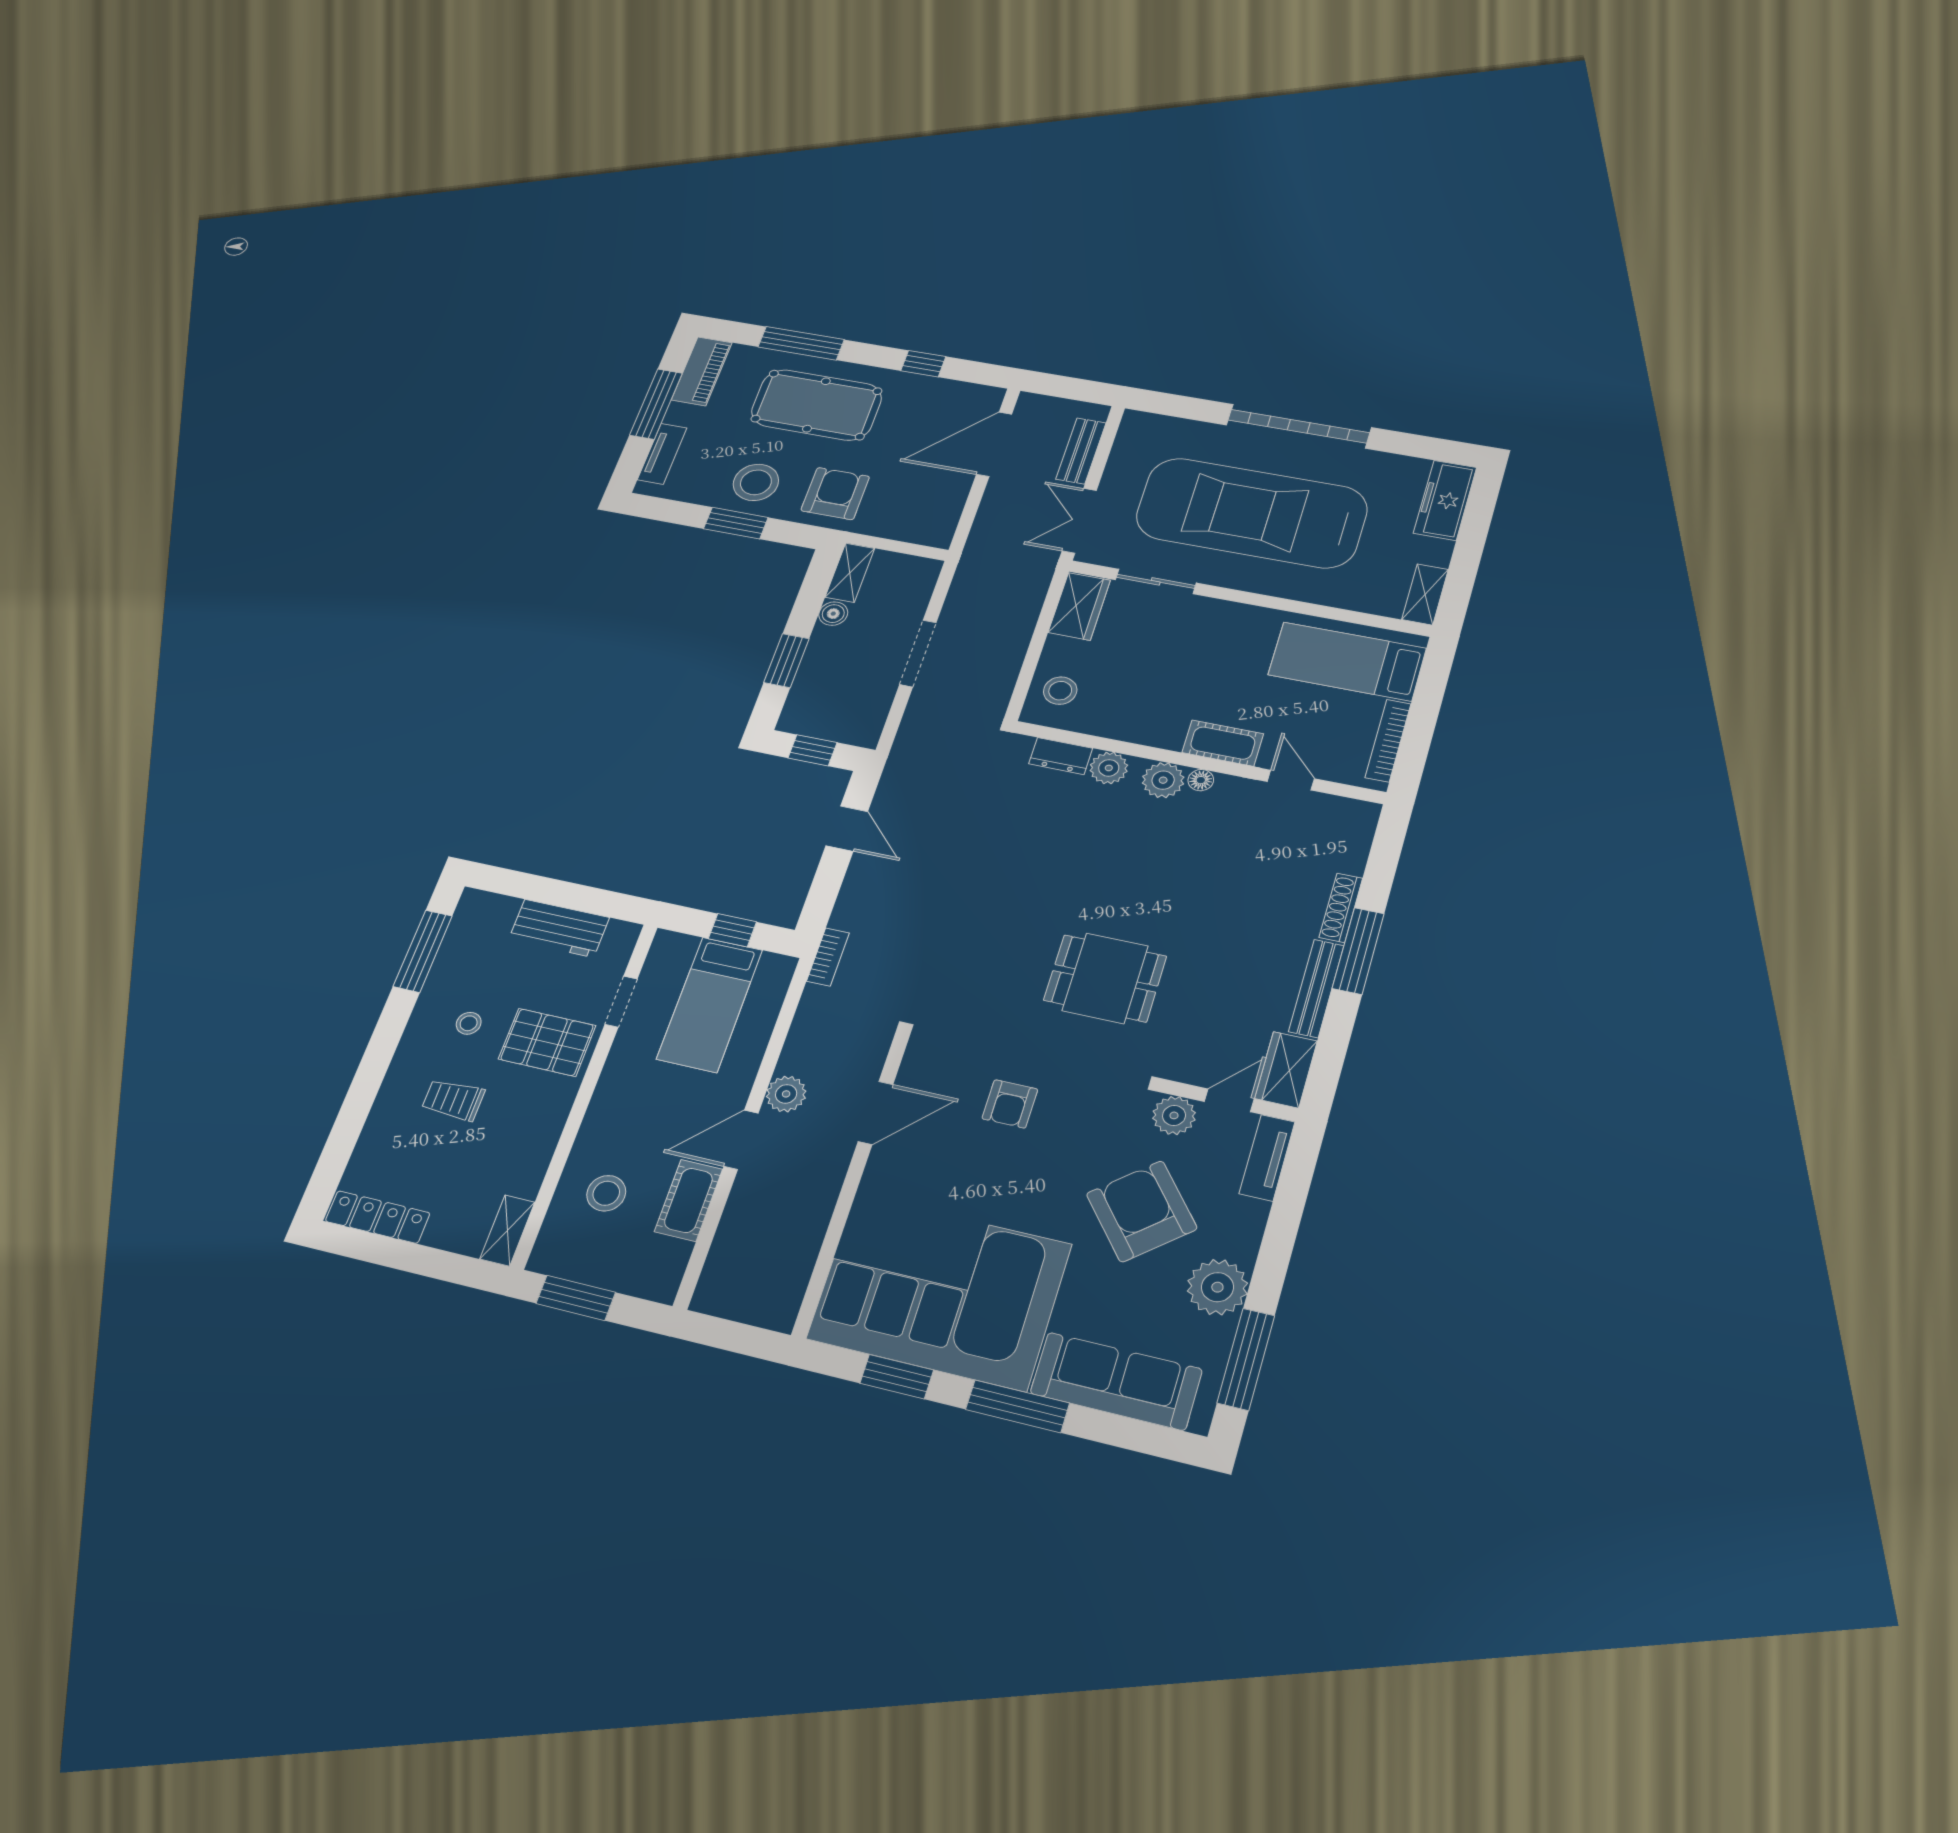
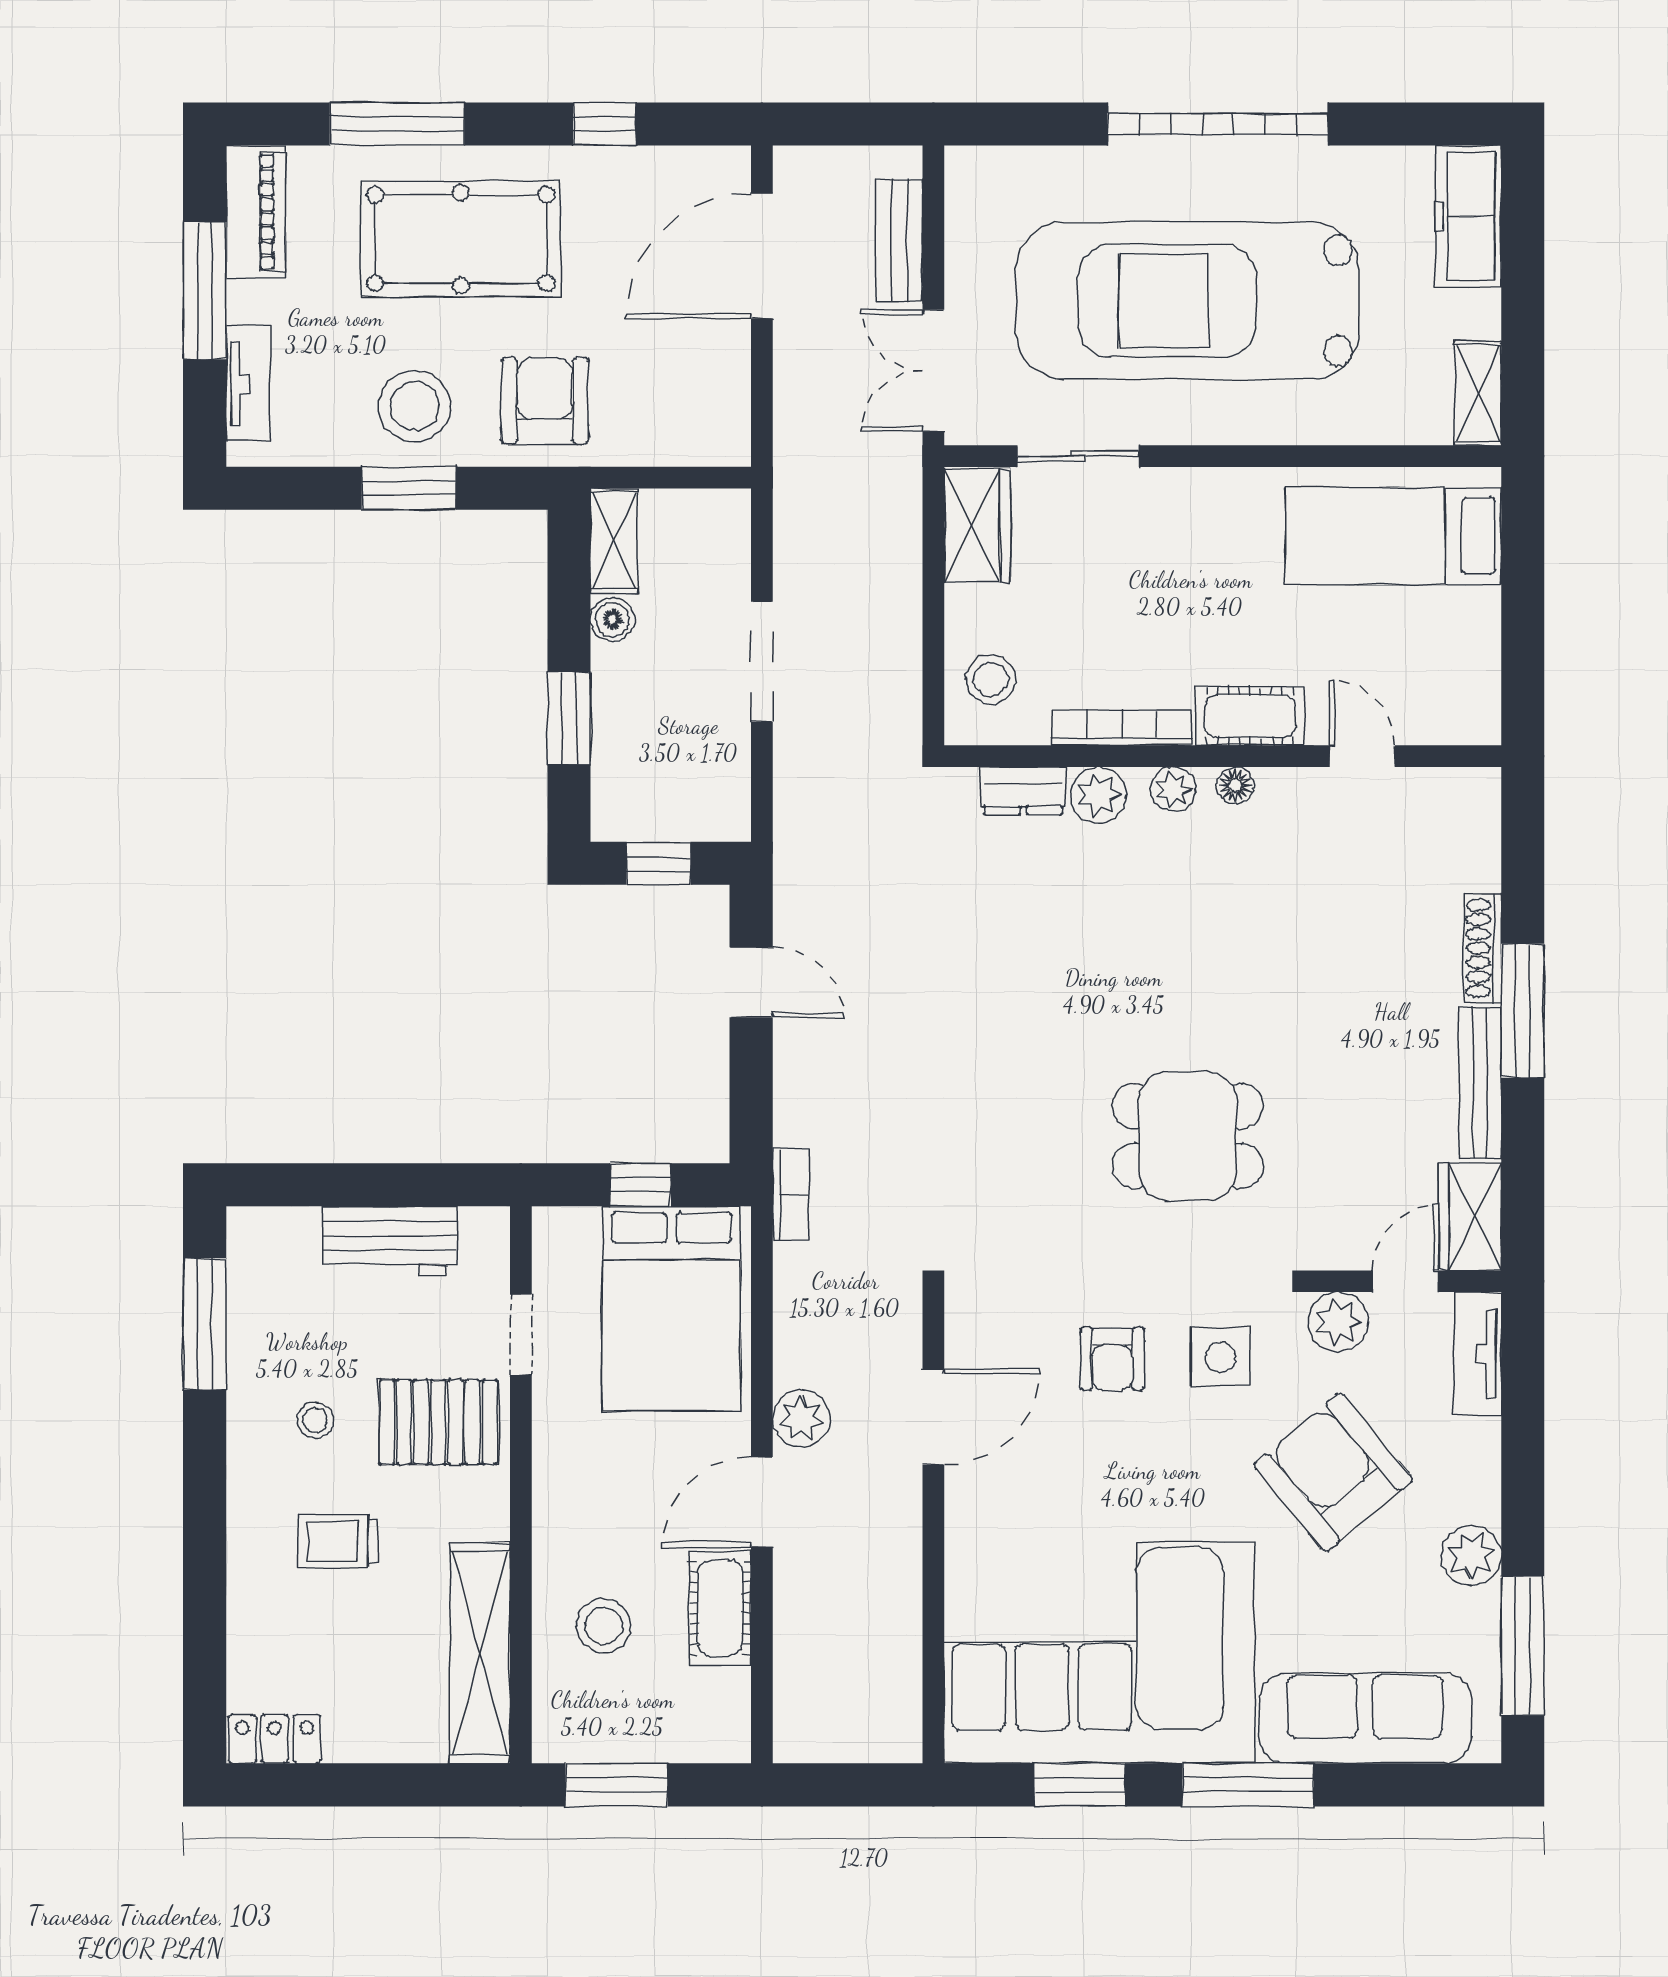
bookcase: (1388, 741) -> (1122, 728), moved, turned 90
plant: (1163, 780) -> (1173, 789), width x0.73, depth x0.73
bed: (710, 1004) -> (671, 1308), width x1.50
side table: (1085, 1119) -> (1220, 1357), added
locker: (378, 1217) -> (275, 1739), width x0.66
shelving: (507, 1230) -> (480, 1653), width x2.20, depth x1.33
plant: (1217, 1287) -> (1471, 1555), width x0.73, depth x0.73

